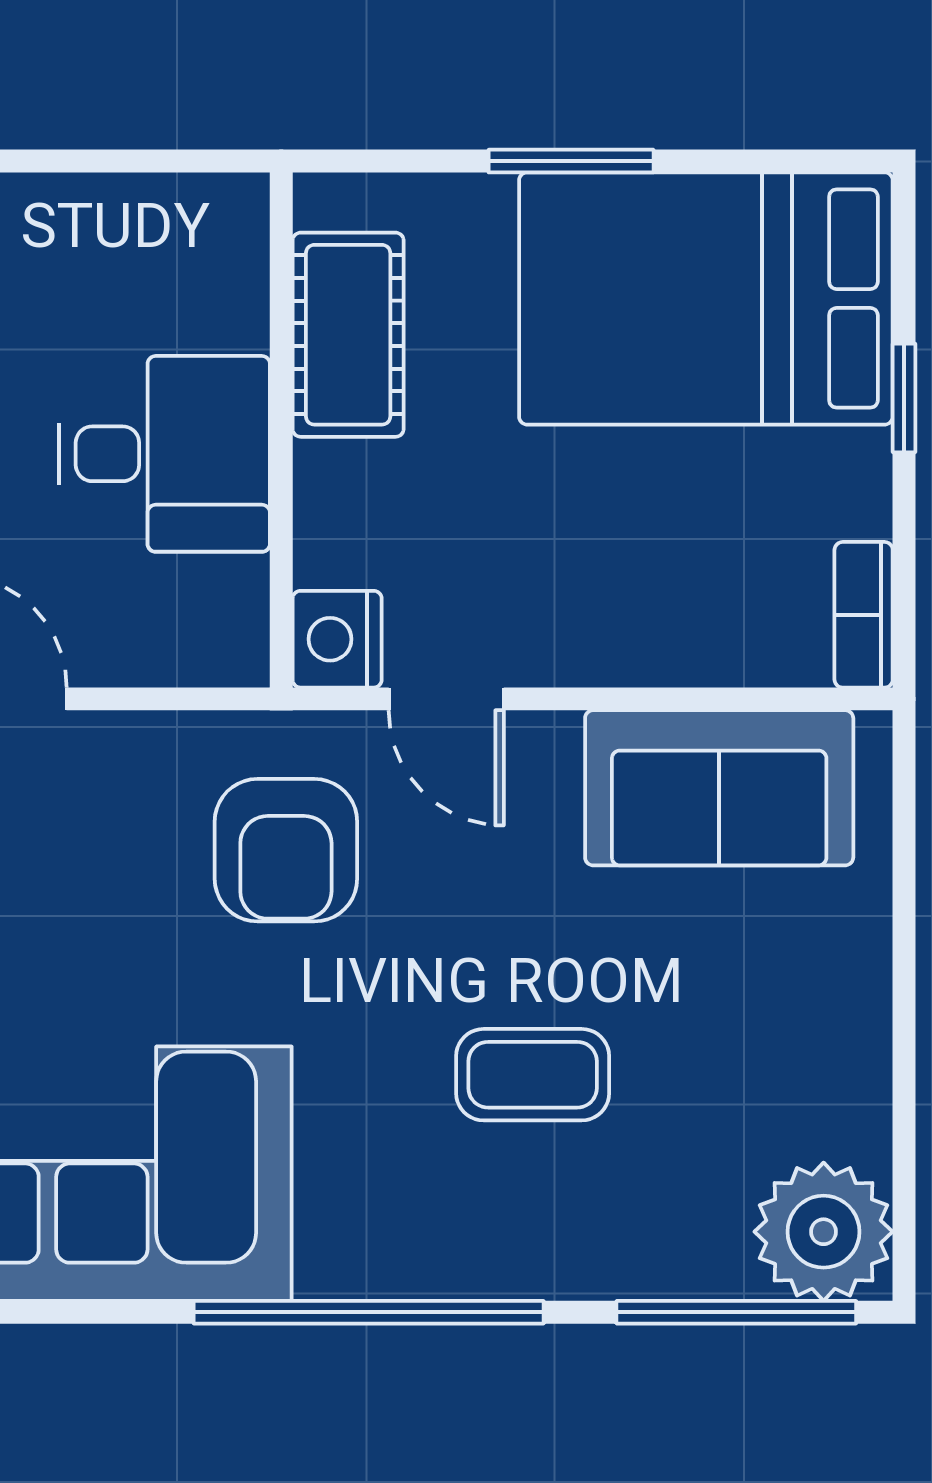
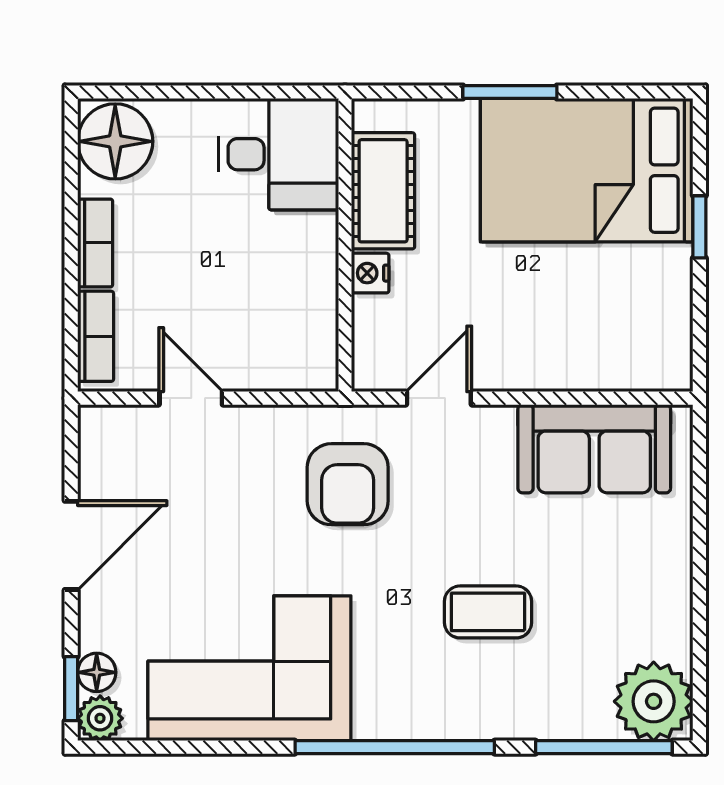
desk: (164, 454) -> (278, 154), moved
bookcase: (864, 615) -> (676, 350), removed
nightstand: (337, 639) -> (370, 273), moved, width x0.72, depth x0.74
door: (446, 699) -> (439, 398), swing flipped

